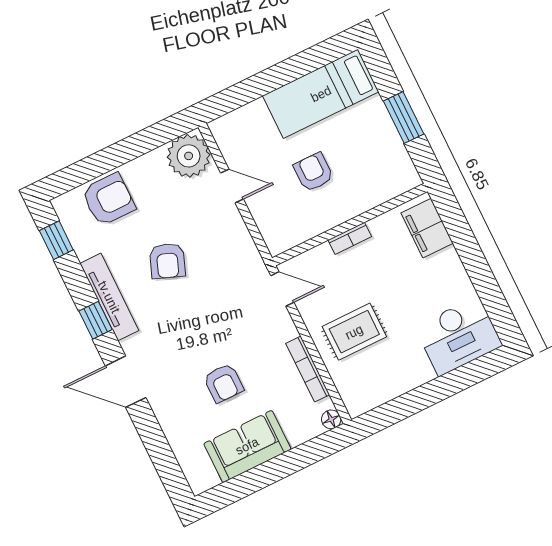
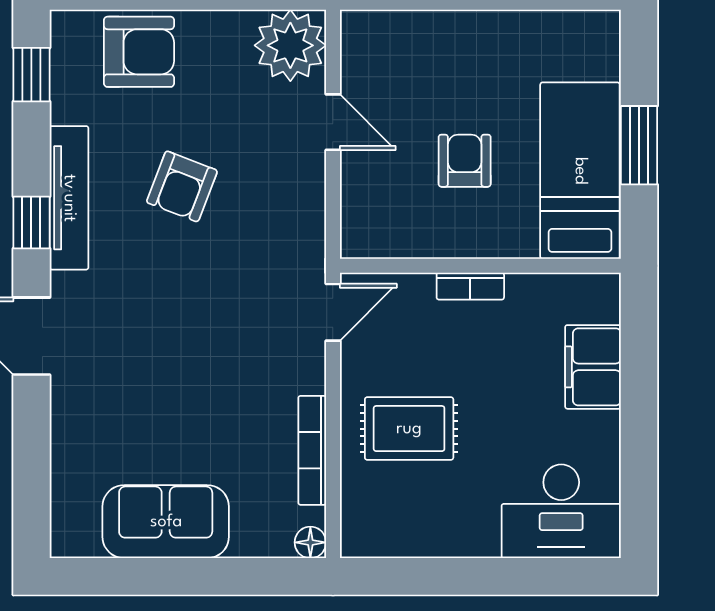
bed: (321, 94) -> (580, 171), moved, turned 90
filing cabinet: (427, 228) -> (593, 367), moved
door: (282, 289) -> (333, 312), hinge flipped
armchair: (223, 383) -> (176, 410), removed

